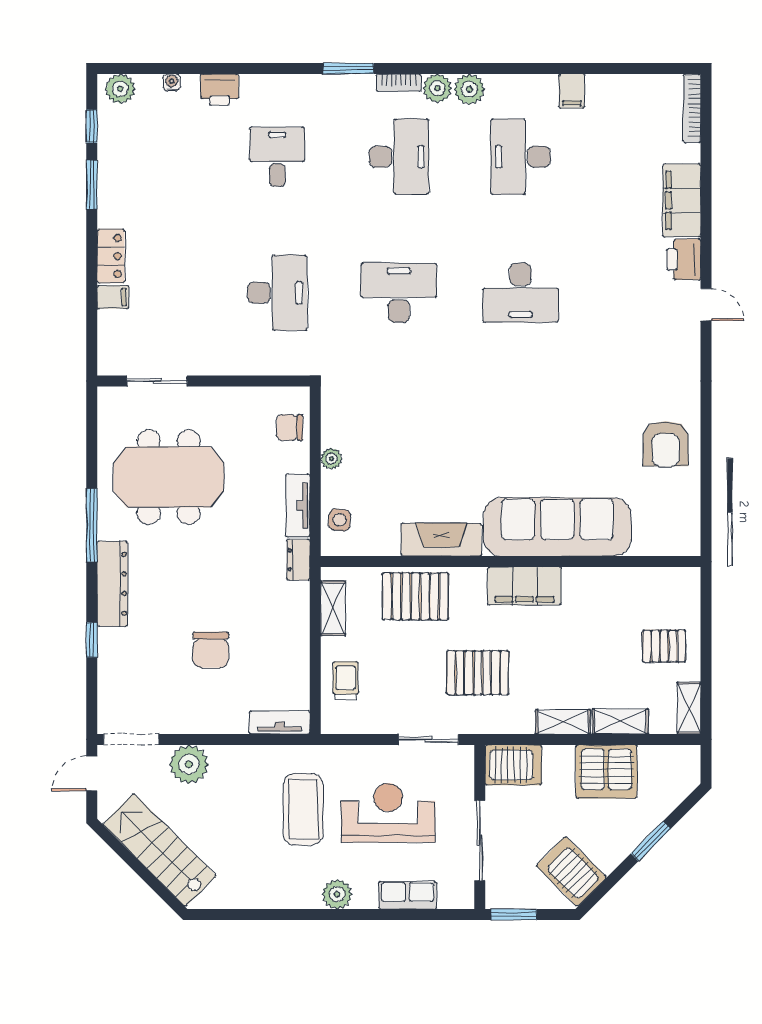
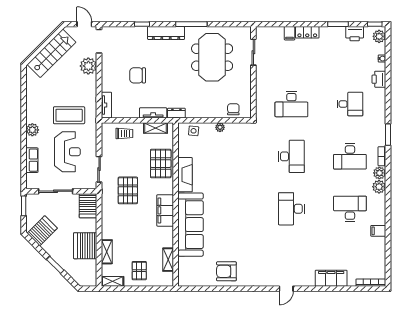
window: (92, 126) -> (375, 24), moved
printer: (684, 259) -> (355, 34), moved, turned 180
tv unit: (298, 506) -> (153, 113), moved
shelving: (563, 722) -> (168, 260), moved

